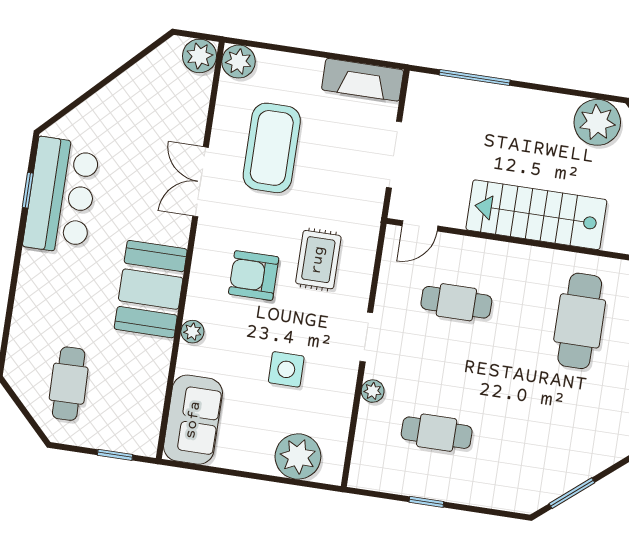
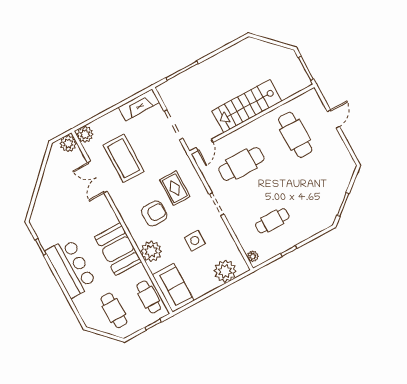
plant: (597, 122) -> (243, 52), removed
double door: (201, 182) -> (97, 177), moved
bar counter: (61, 196) -> (71, 268), moved
armchair: (254, 276) -> (154, 213), turned 180
cafe table: (456, 302) -> (241, 164), width x1.37, depth x1.35
plant: (192, 332) -> (151, 251), width x1.88, depth x1.88
plant: (373, 391) -> (253, 256), moved
cafe table: (142, 404) -> (149, 297), added

